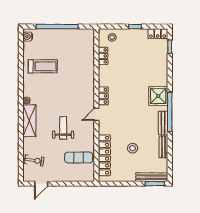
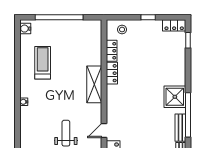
treadmill: (43, 66) -> (43, 63), turned -90
locker: (103, 96) -> (112, 73), moved
door: (96, 114) -> (104, 130), moved
shelving: (29, 121) -> (94, 84), moved

